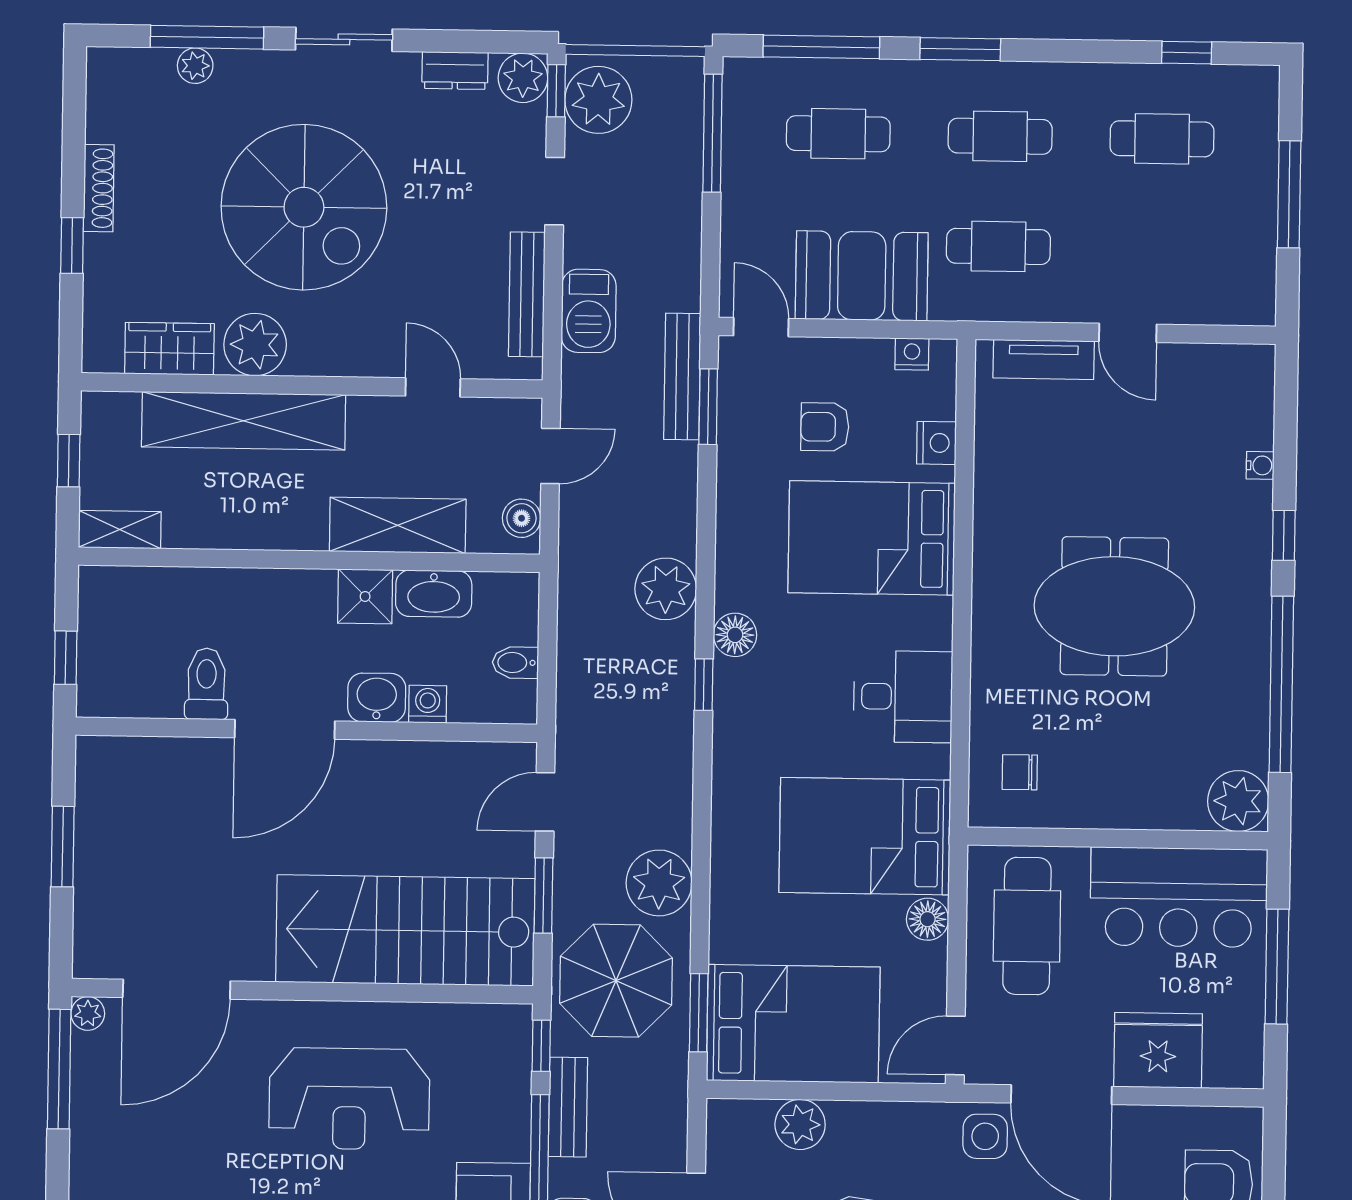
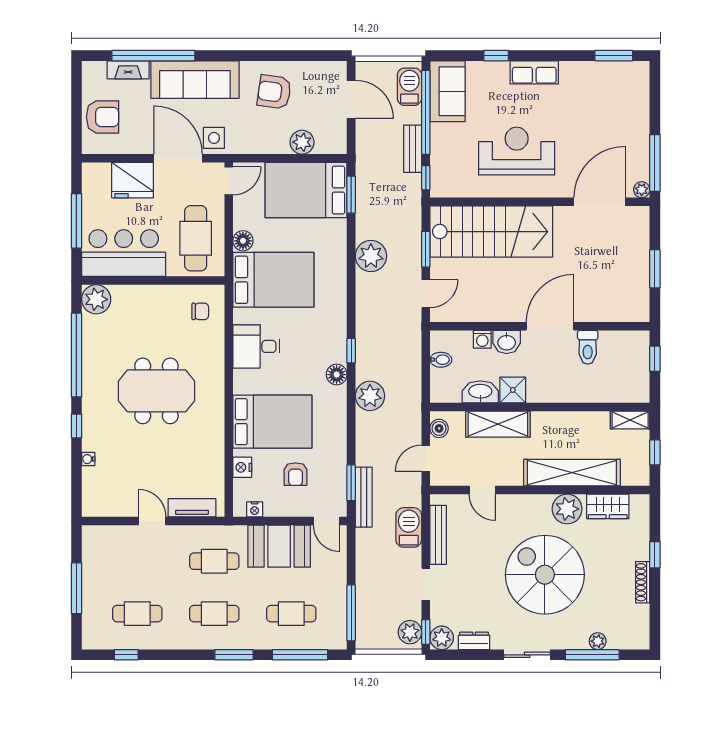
plant: (598, 100) -> (410, 632), width x0.73, depth x0.73
armchair: (825, 427) -> (296, 474), turned 90
parasol: (616, 981) -> (391, 209), removed

